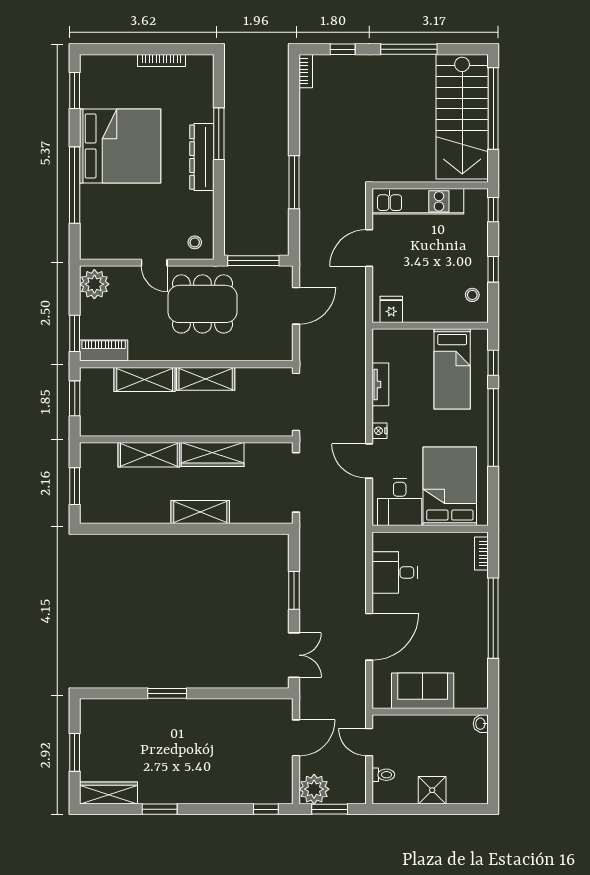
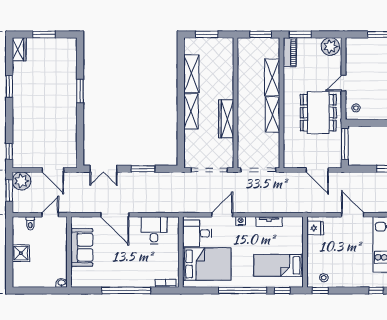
window: (493, 269) -> (320, 290), moved
shelving: (149, 455) -> (191, 74), moved
wardrobe: (108, 793) -> (19, 49), width x0.67

